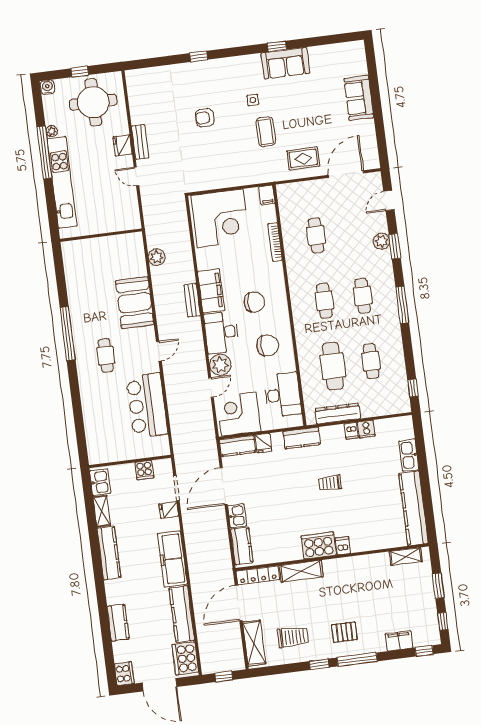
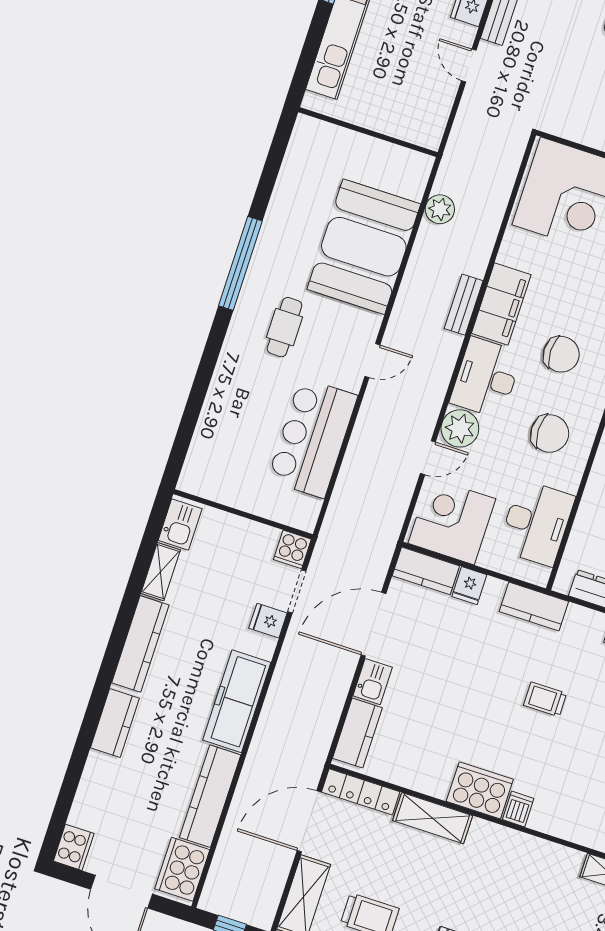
booth: (135, 303) -> (364, 247), width x1.36, depth x1.42
cooker: (144, 470) -> (292, 549), moved
kitchen counter: (118, 623) -> (115, 723), moved

